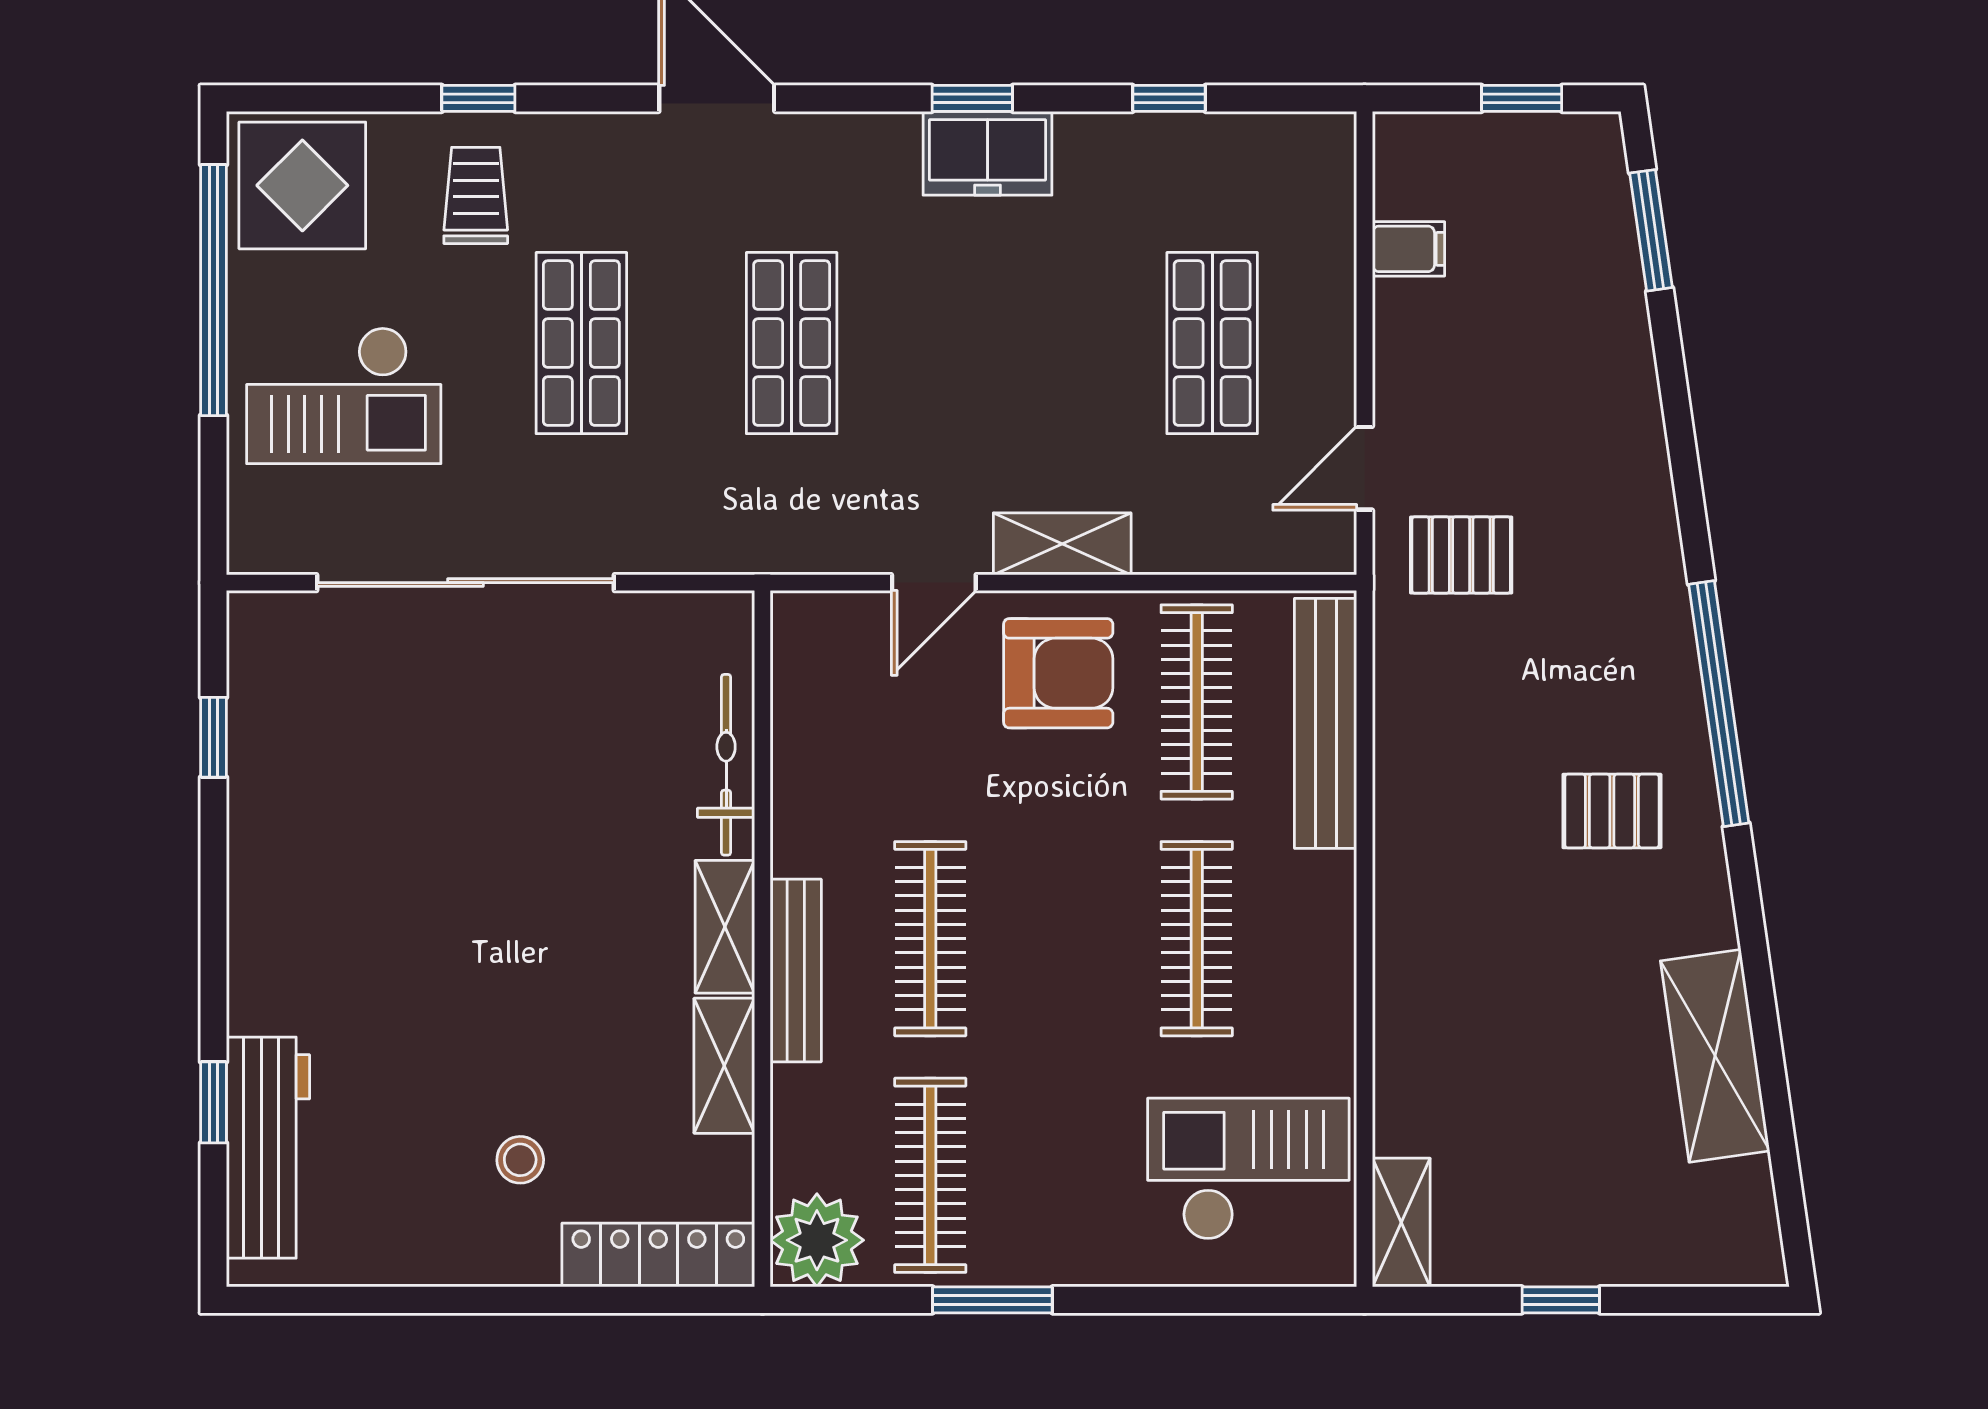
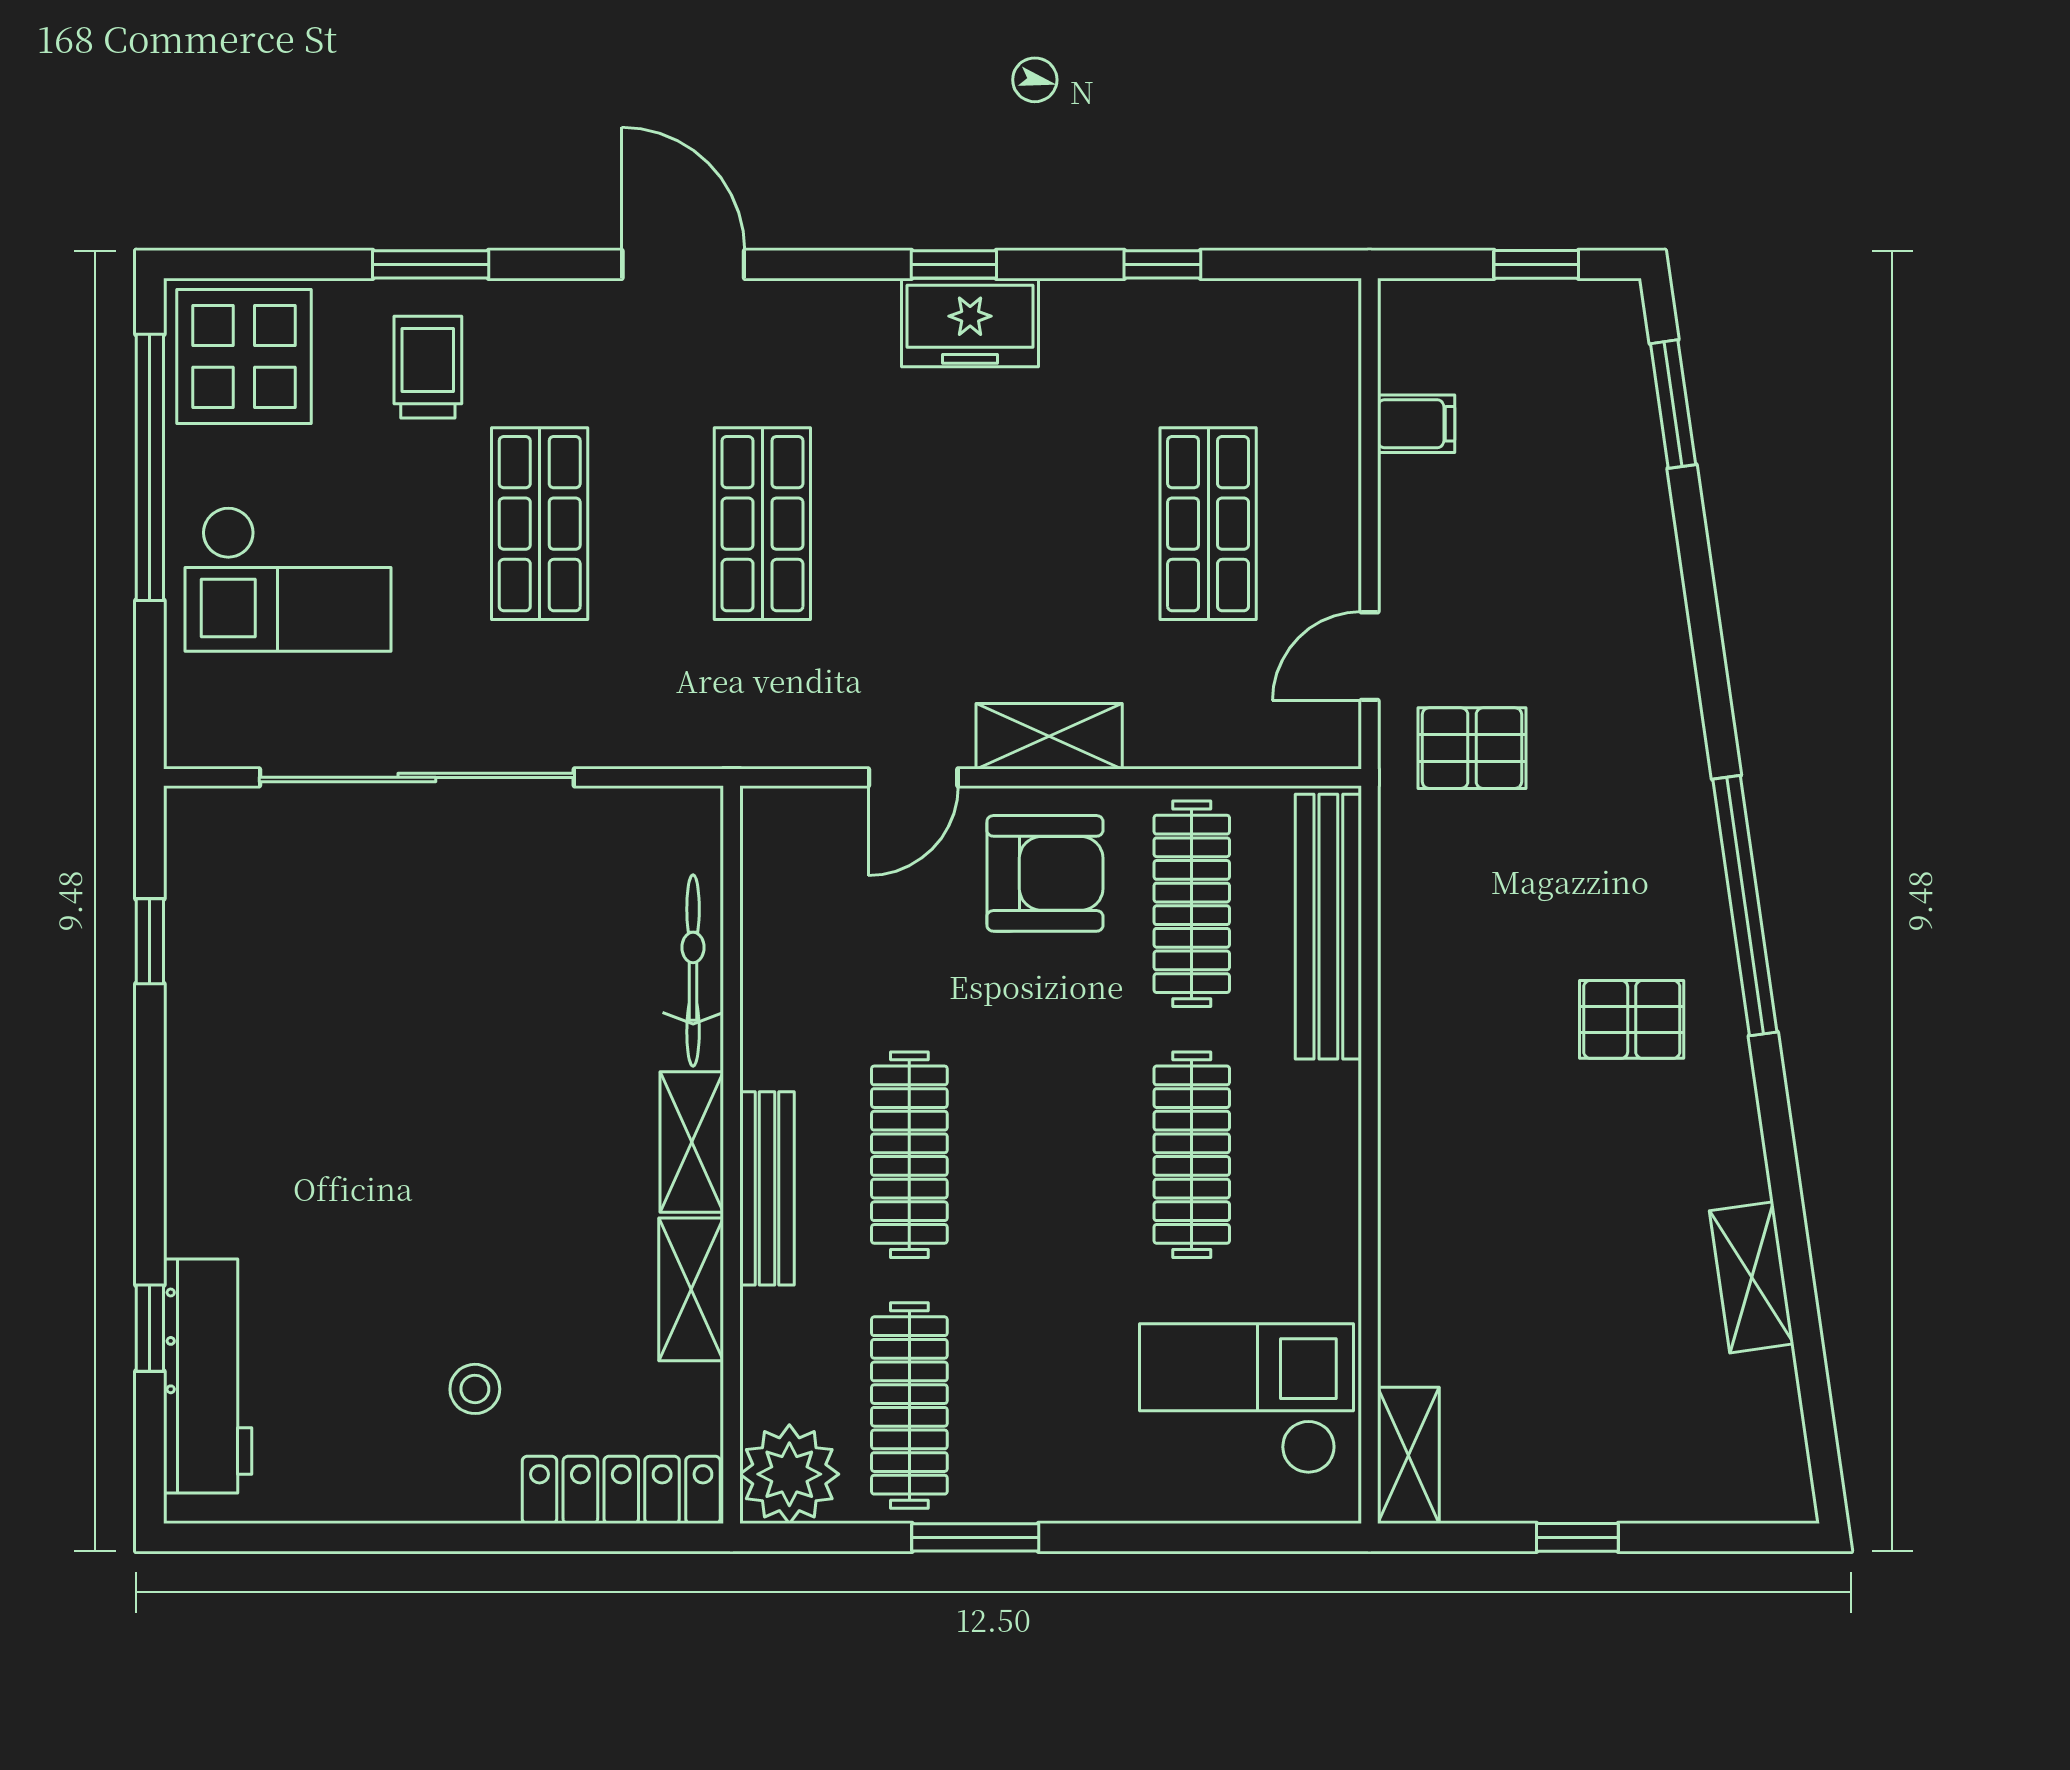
window: (478, 98) -> (431, 264), width x1.50
shelving: (1715, 1056) -> (1752, 1277), width x0.67, depth x0.75

